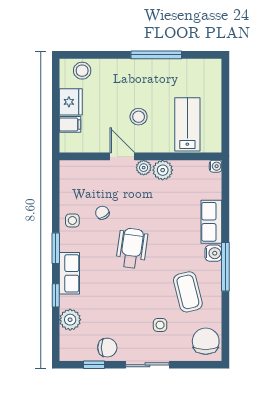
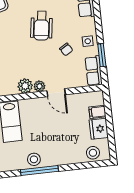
stool: (139, 117) -> (34, 159), moved
row of seats: (69, 180) -> (94, 71), added
window: (56, 248) -> (102, 55), moved

